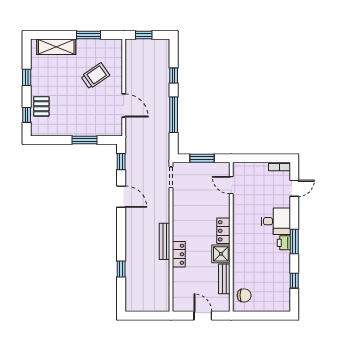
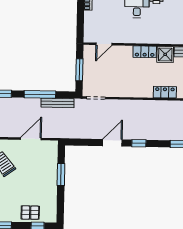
window: (121, 162) -> (139, 143), moved
bench: (165, 241) -> (58, 103), moved

